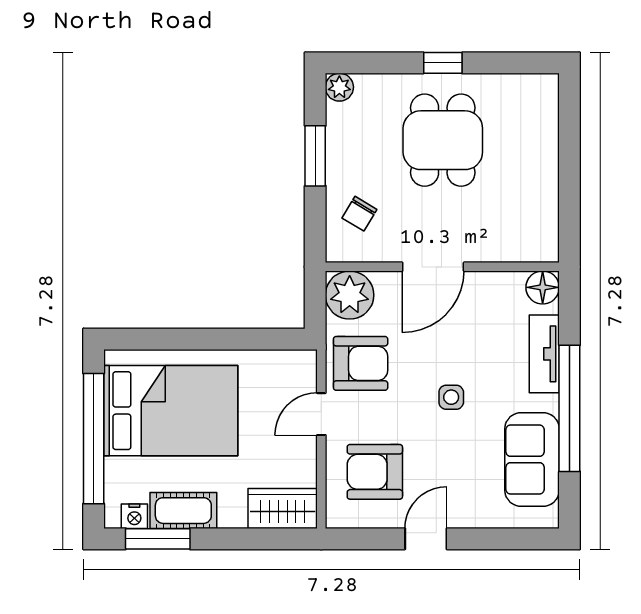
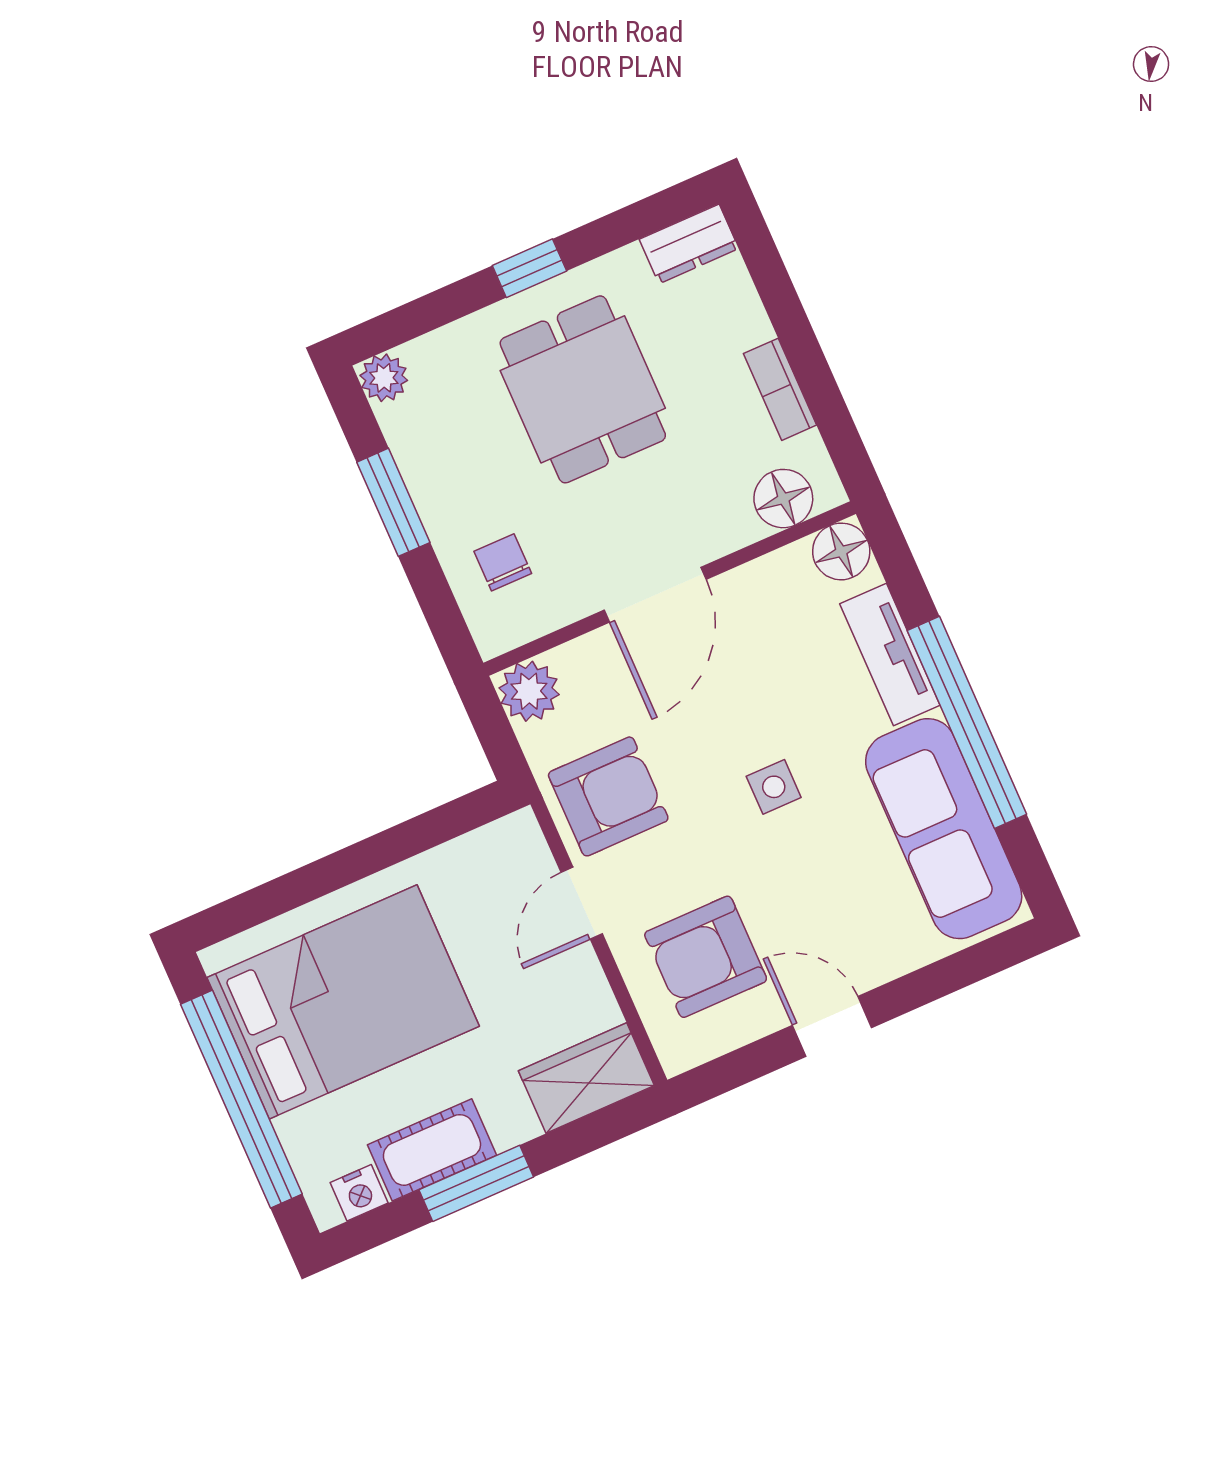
dresser: (534, 88) -> (689, 244), added
bookcase: (548, 187) -> (780, 389), added
chair: (359, 214) -> (503, 562), turned 149
floor lamp: (524, 246) -> (783, 499), added
plant: (350, 295) -> (529, 691), width x0.73, depth x0.73
sofa: (532, 460) -> (944, 829), width x1.36
window: (158, 539) -> (476, 1183), moved
door: (426, 539) -> (832, 1026), hinge flipped

